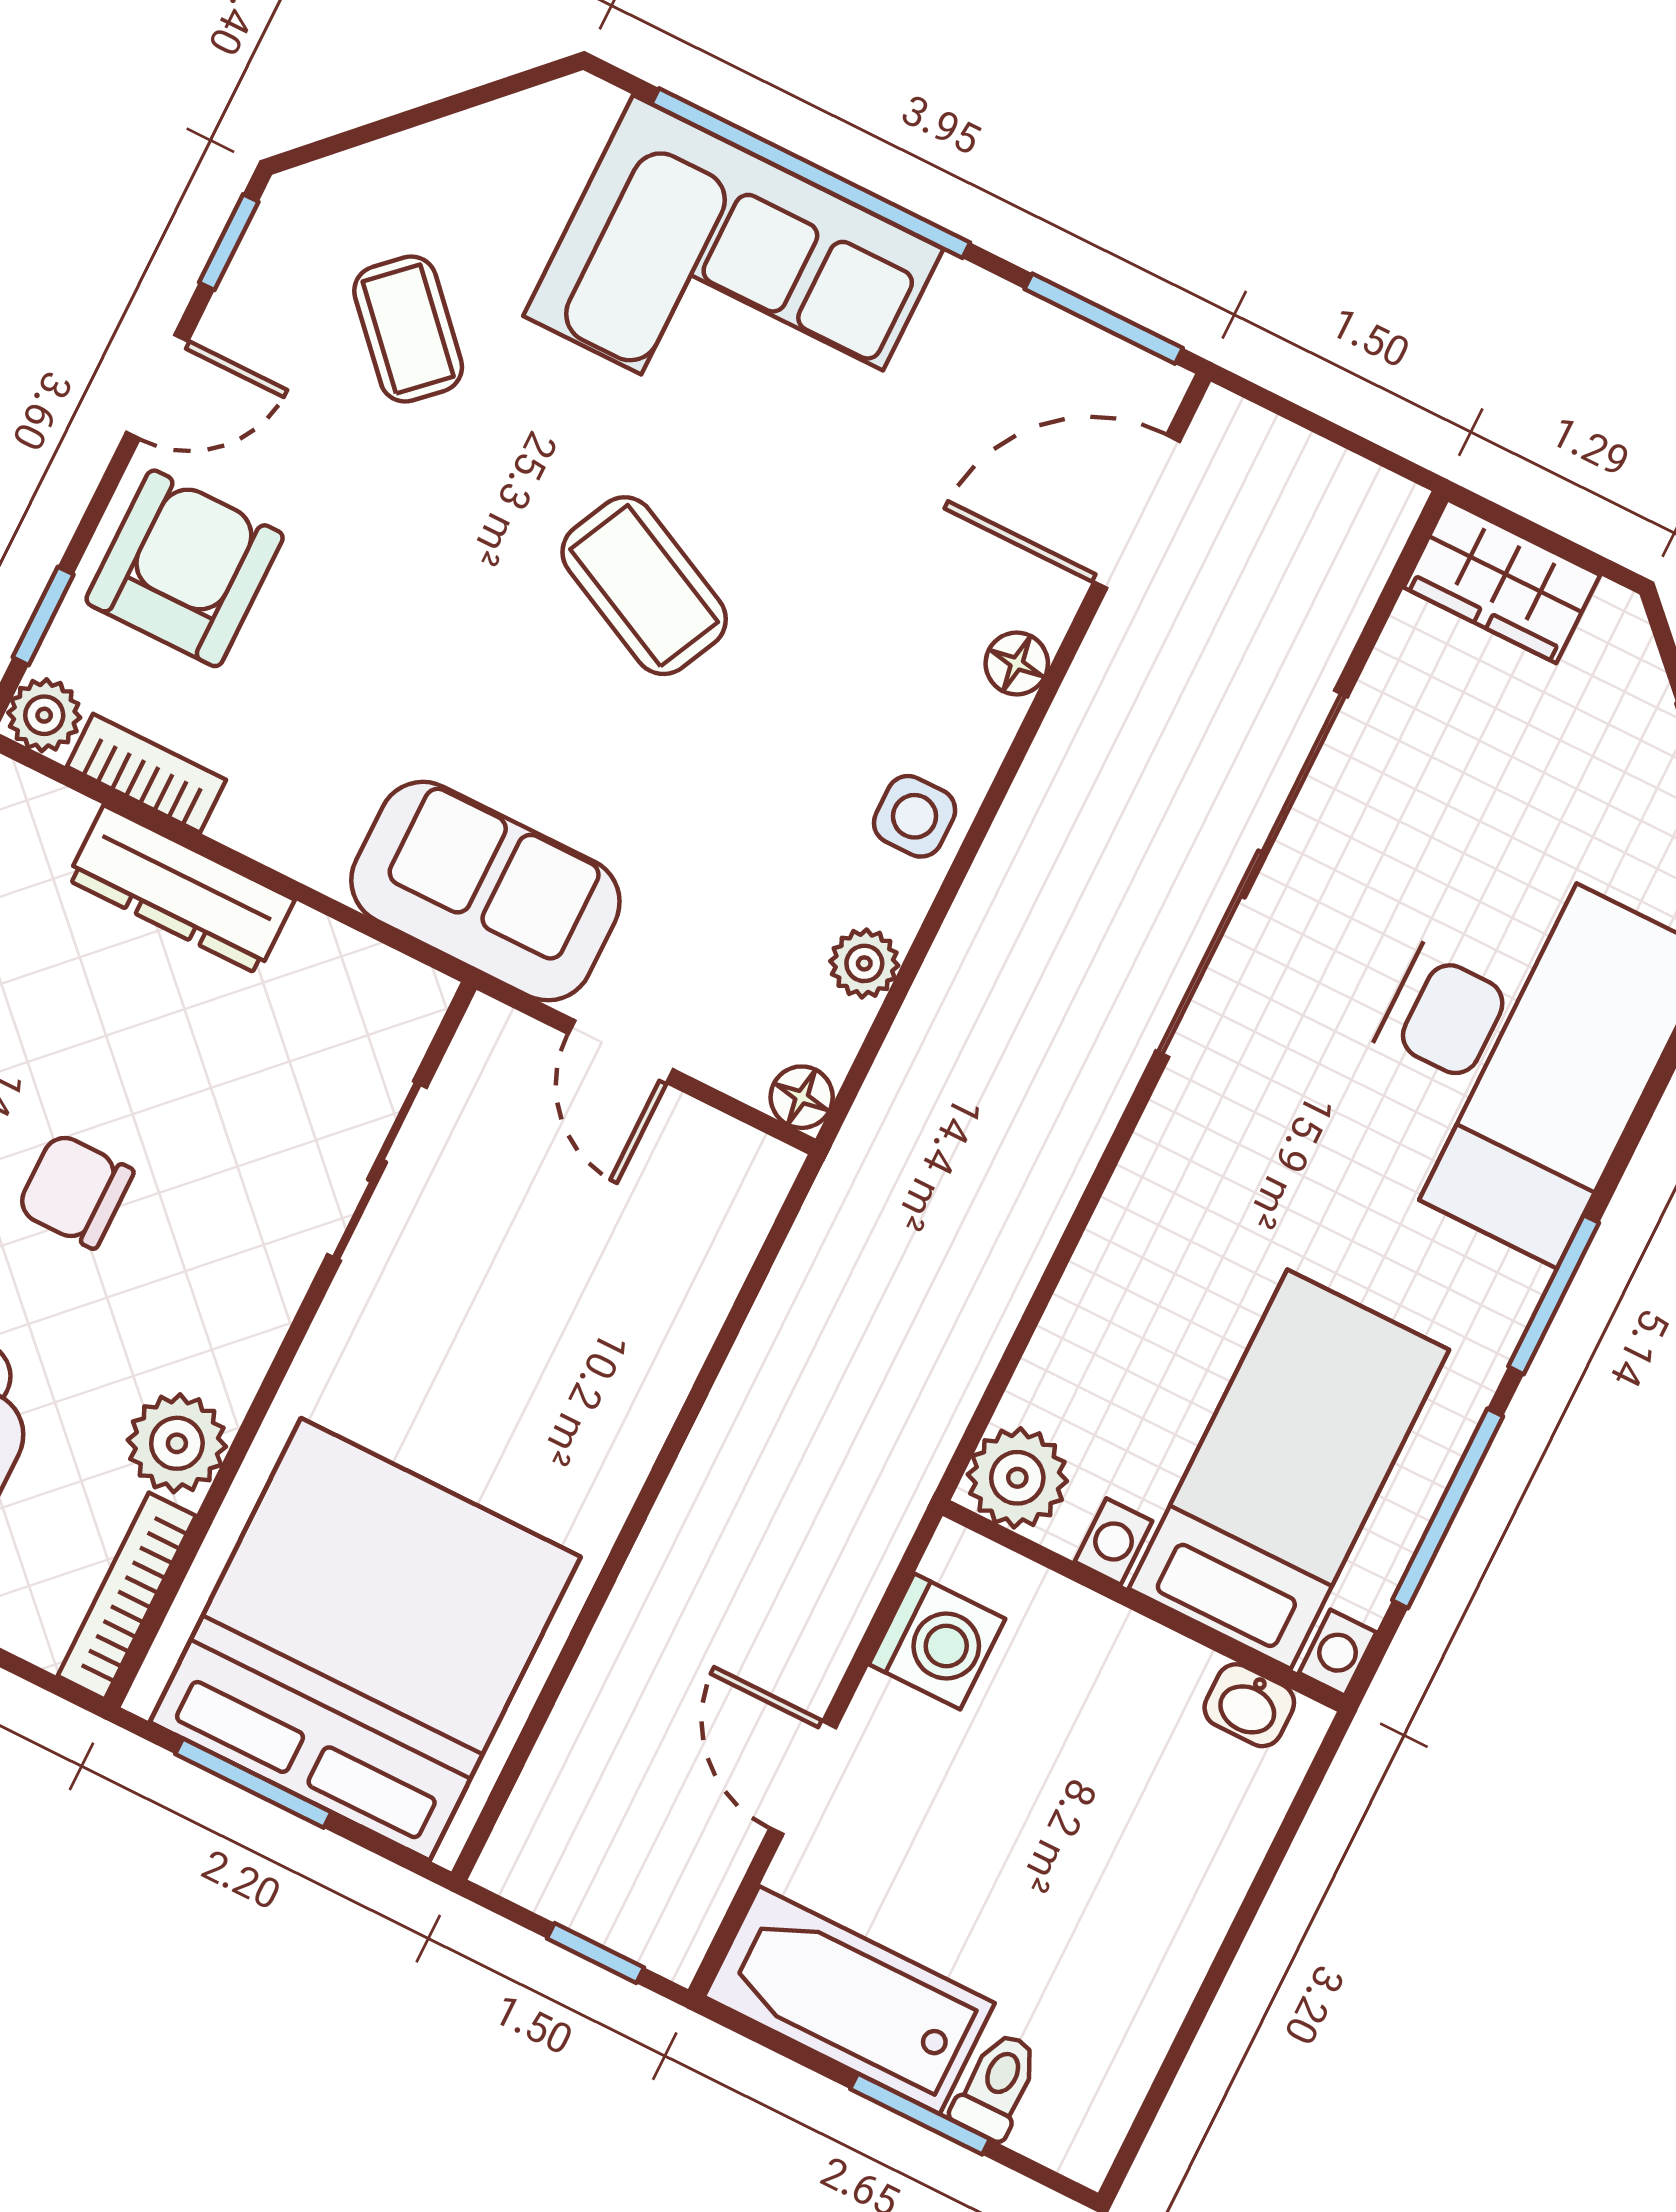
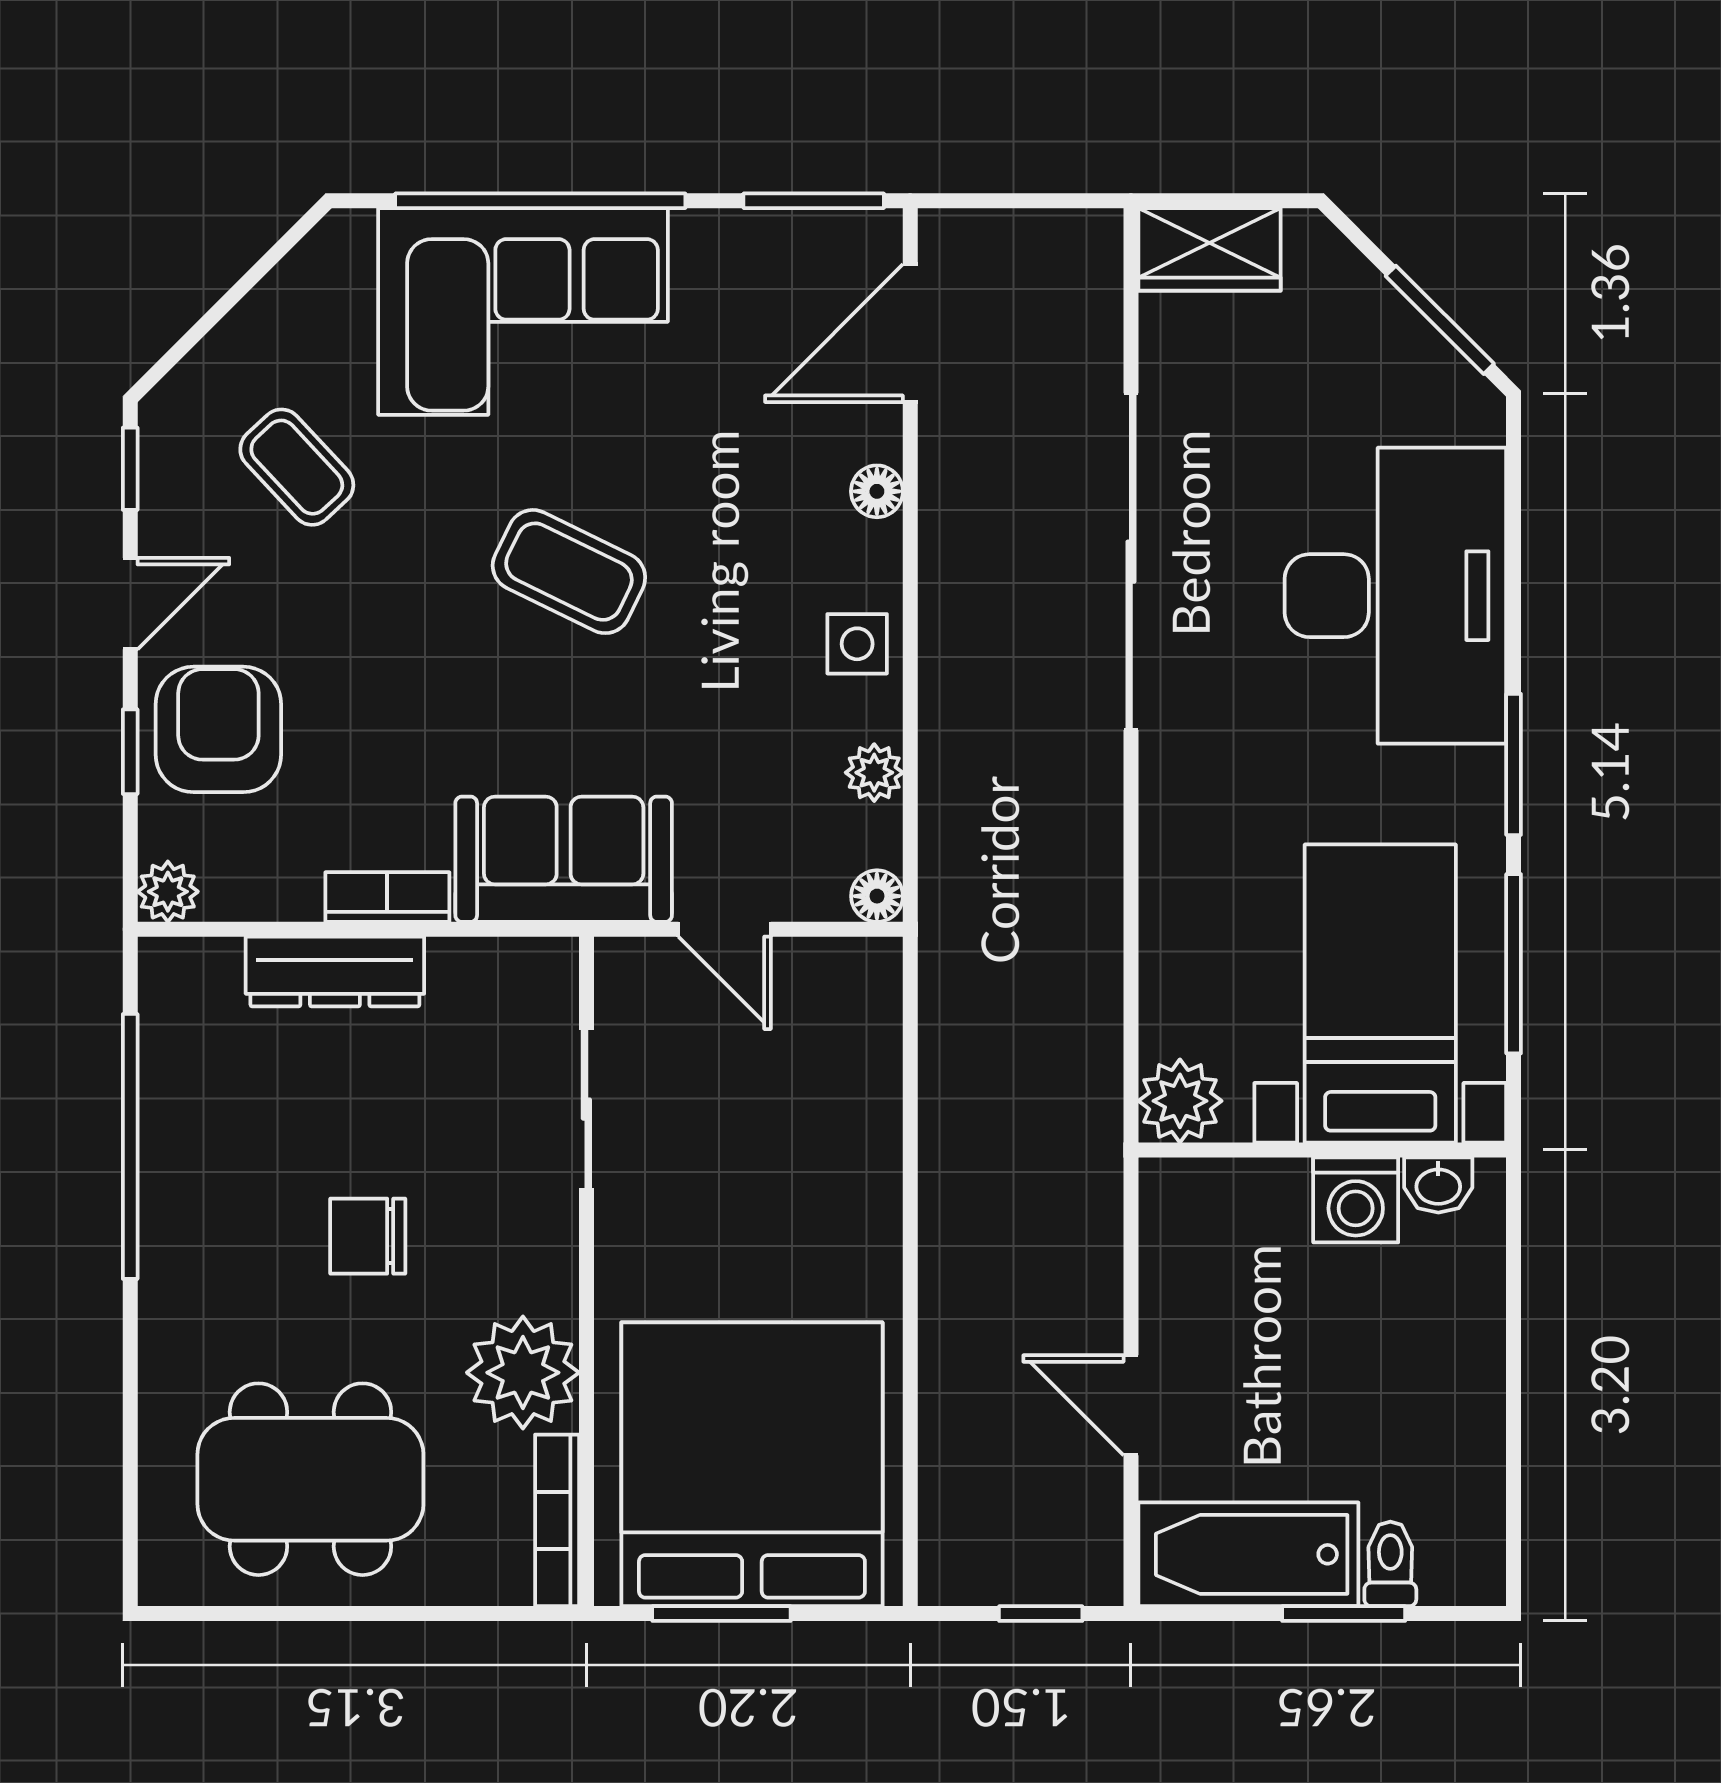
window: (43, 616) -> (130, 752), moved
bookcase: (147, 773) -> (387, 897), moved
plant: (177, 1443) -> (523, 1373), width x1.36, depth x1.36
washing machine: (937, 1641) -> (1356, 1200), moved, turned 90

